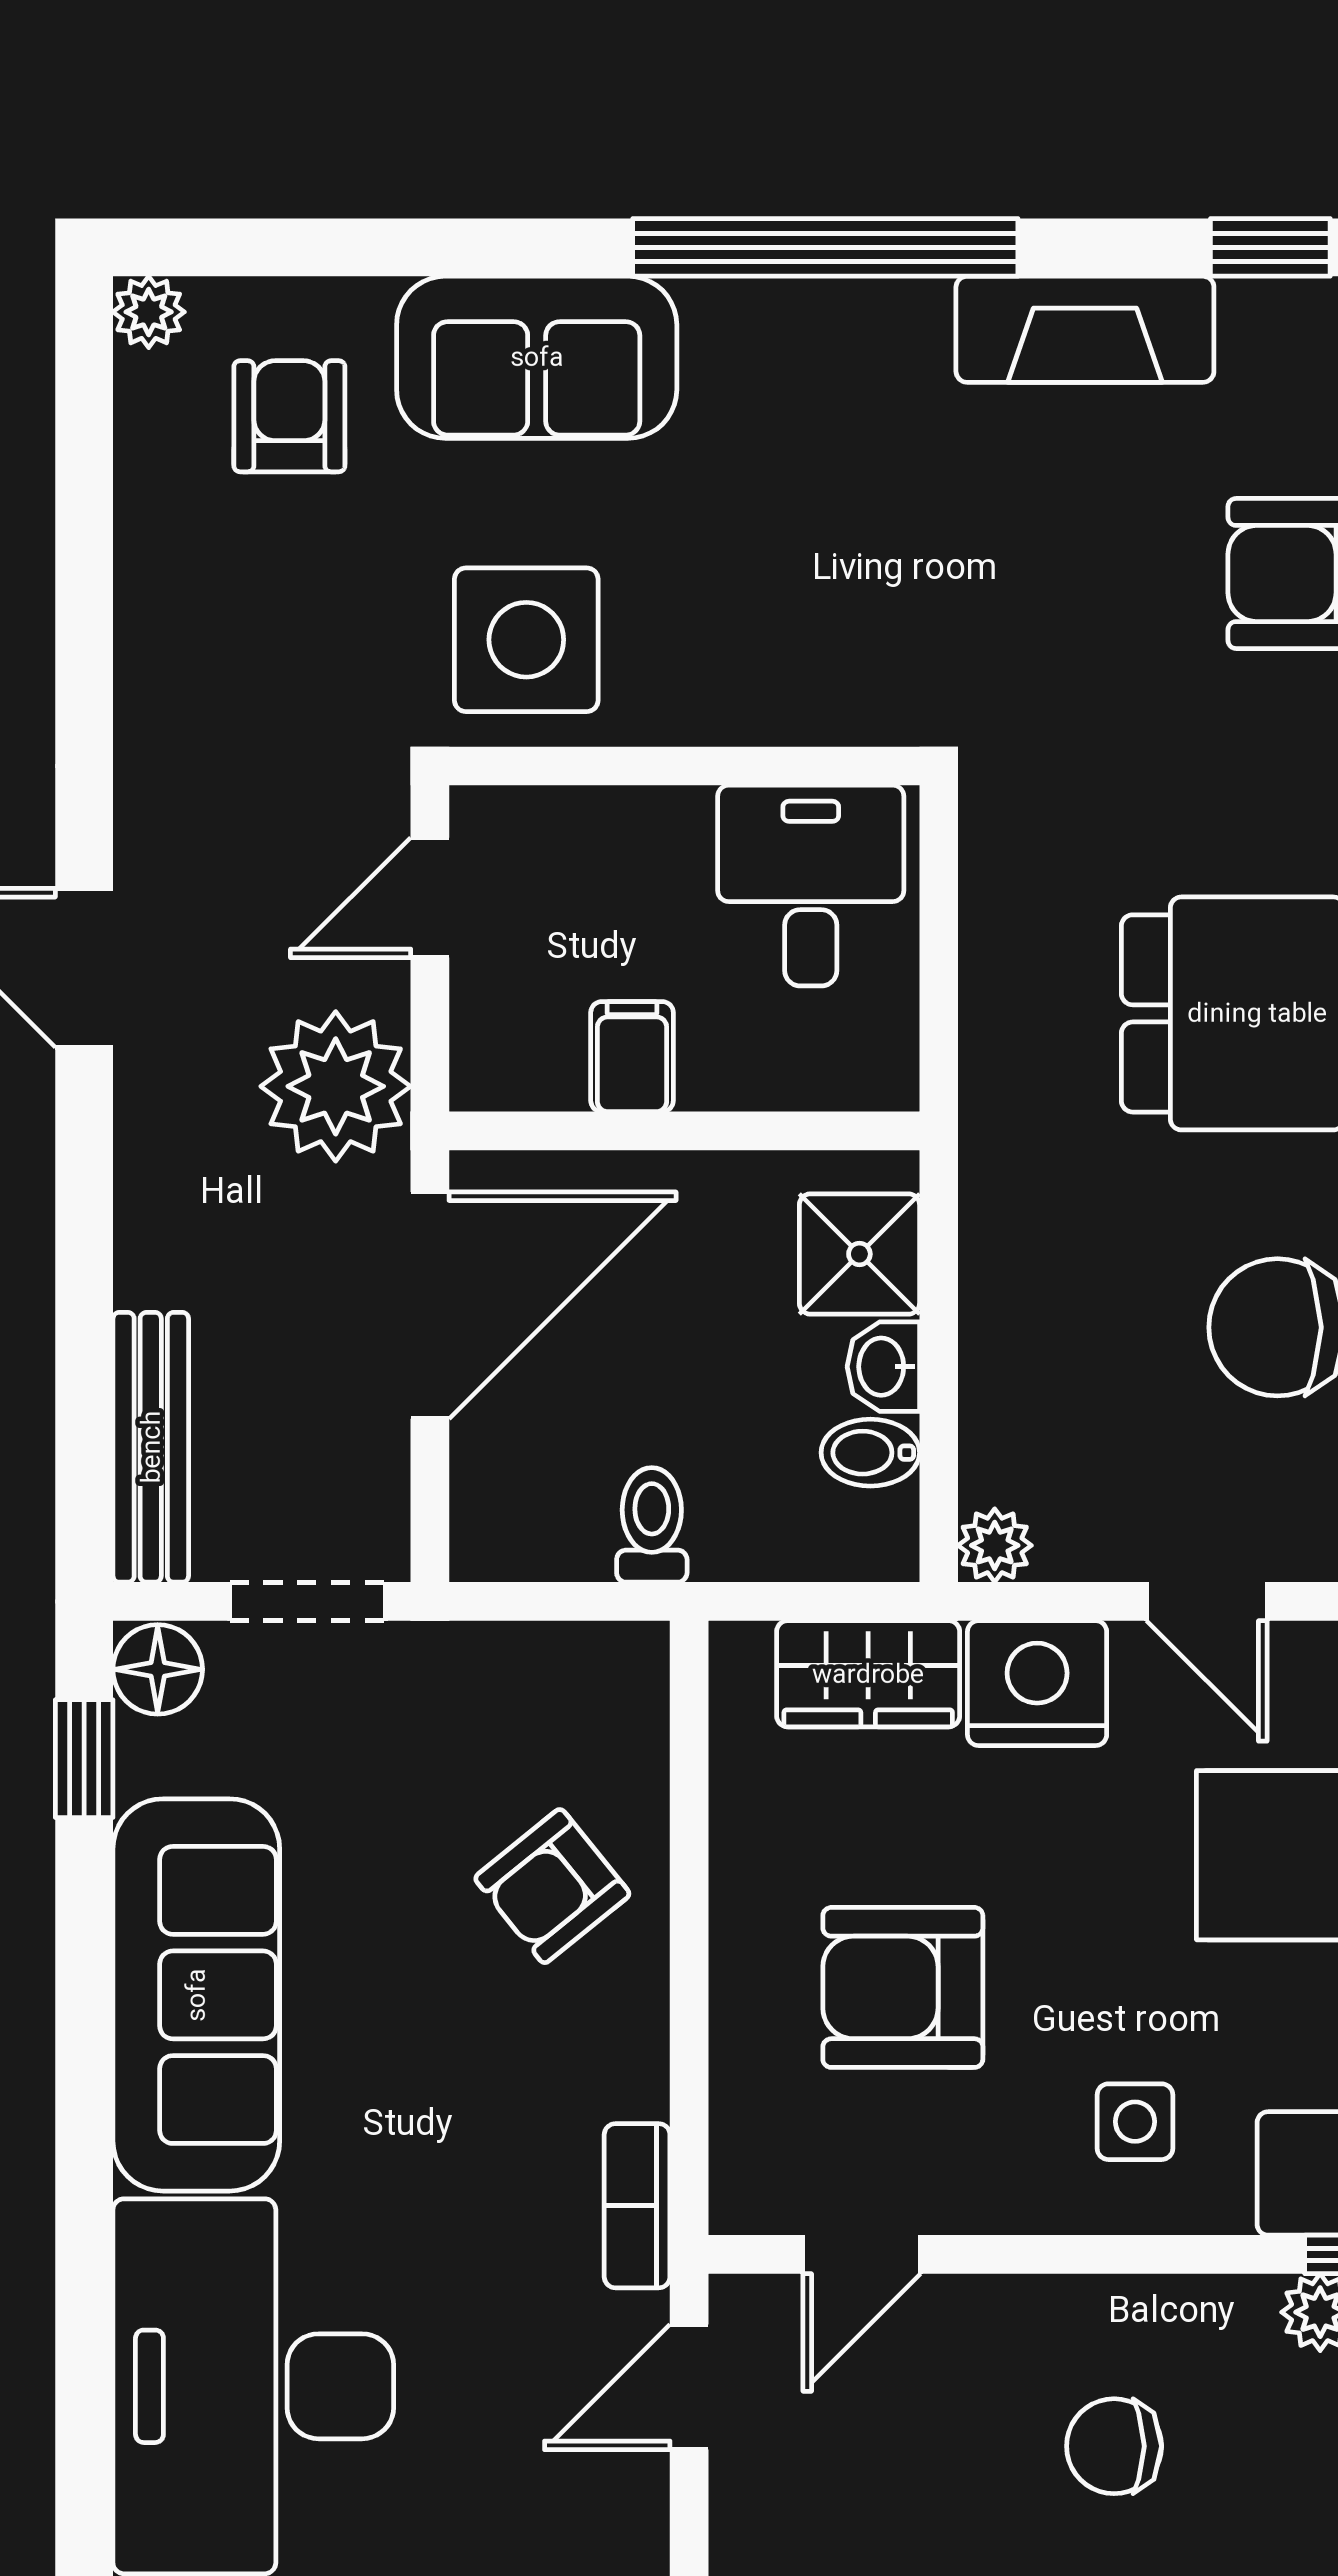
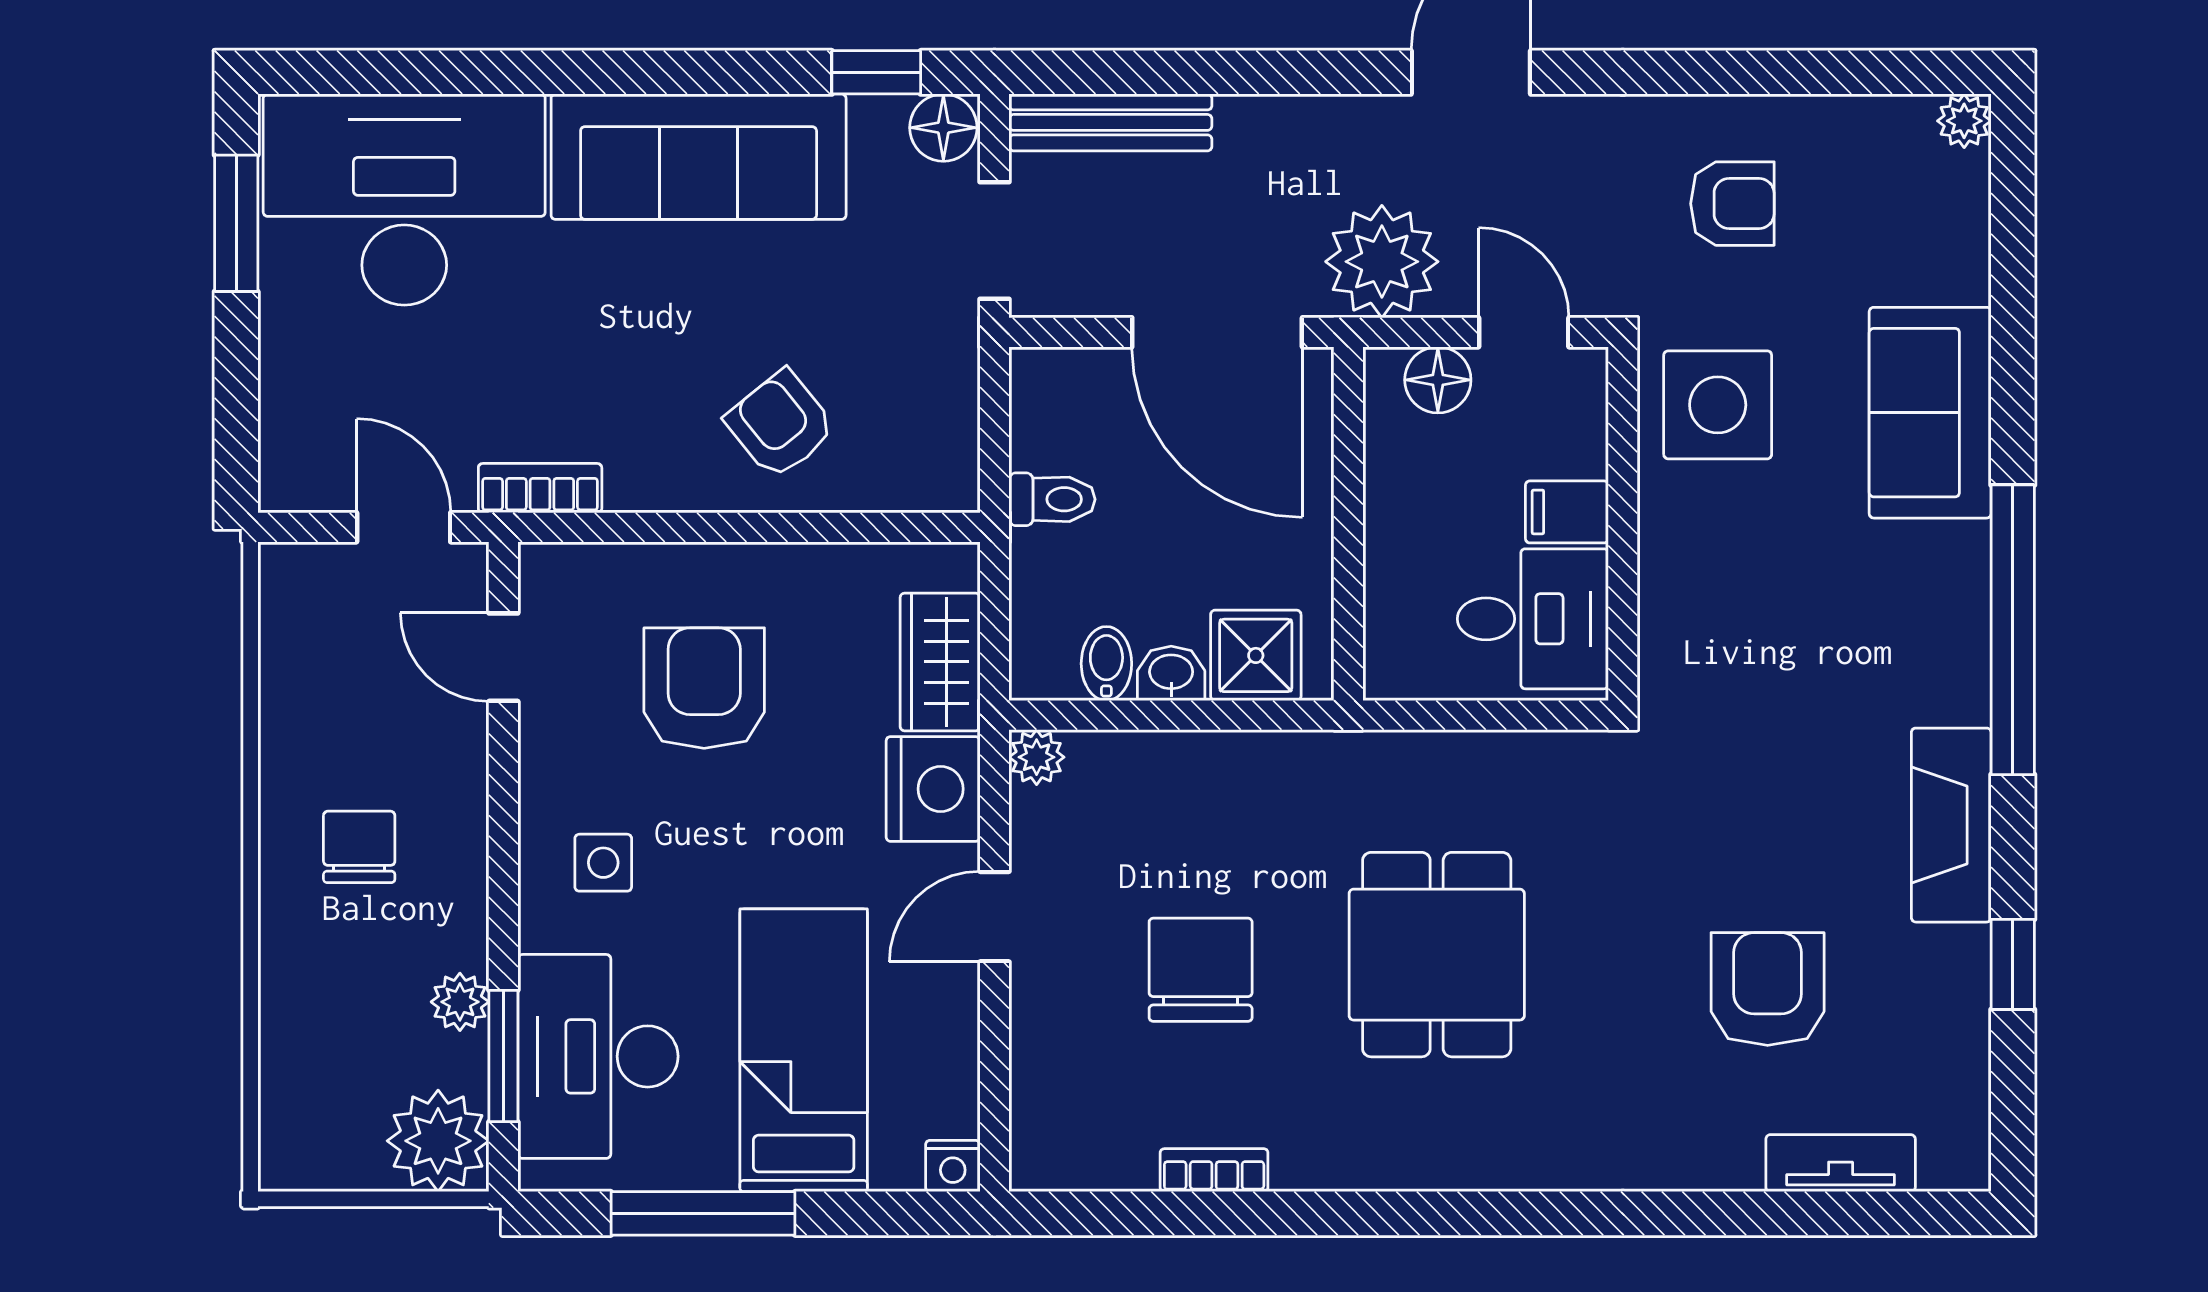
armchair: (289, 416) -> (1732, 204), moved
floor lamp: (493, 1012) -> (1438, 380), added
filing cabinet: (632, 1057) -> (1567, 512), moved, turned 180

